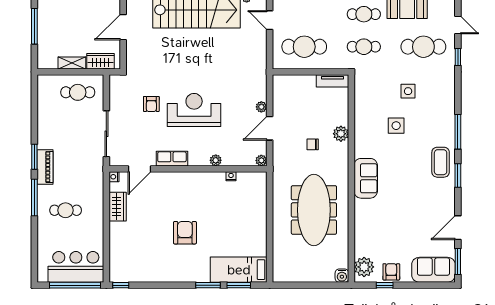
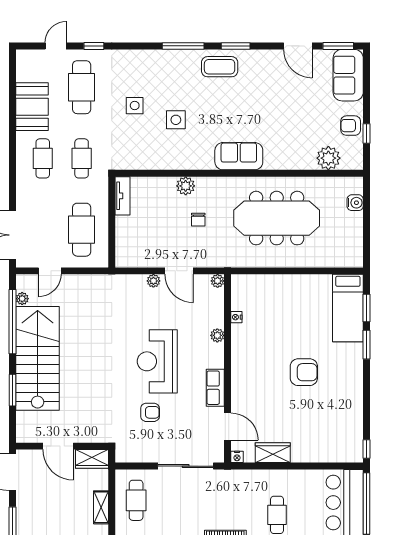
wardrobe: (100, 61) -> (92, 459), moved, turned -90
armchair: (185, 233) -> (304, 372), turned 180
plant: (364, 267) -> (328, 158), moved
water cooler: (342, 276) -> (355, 203), moved

